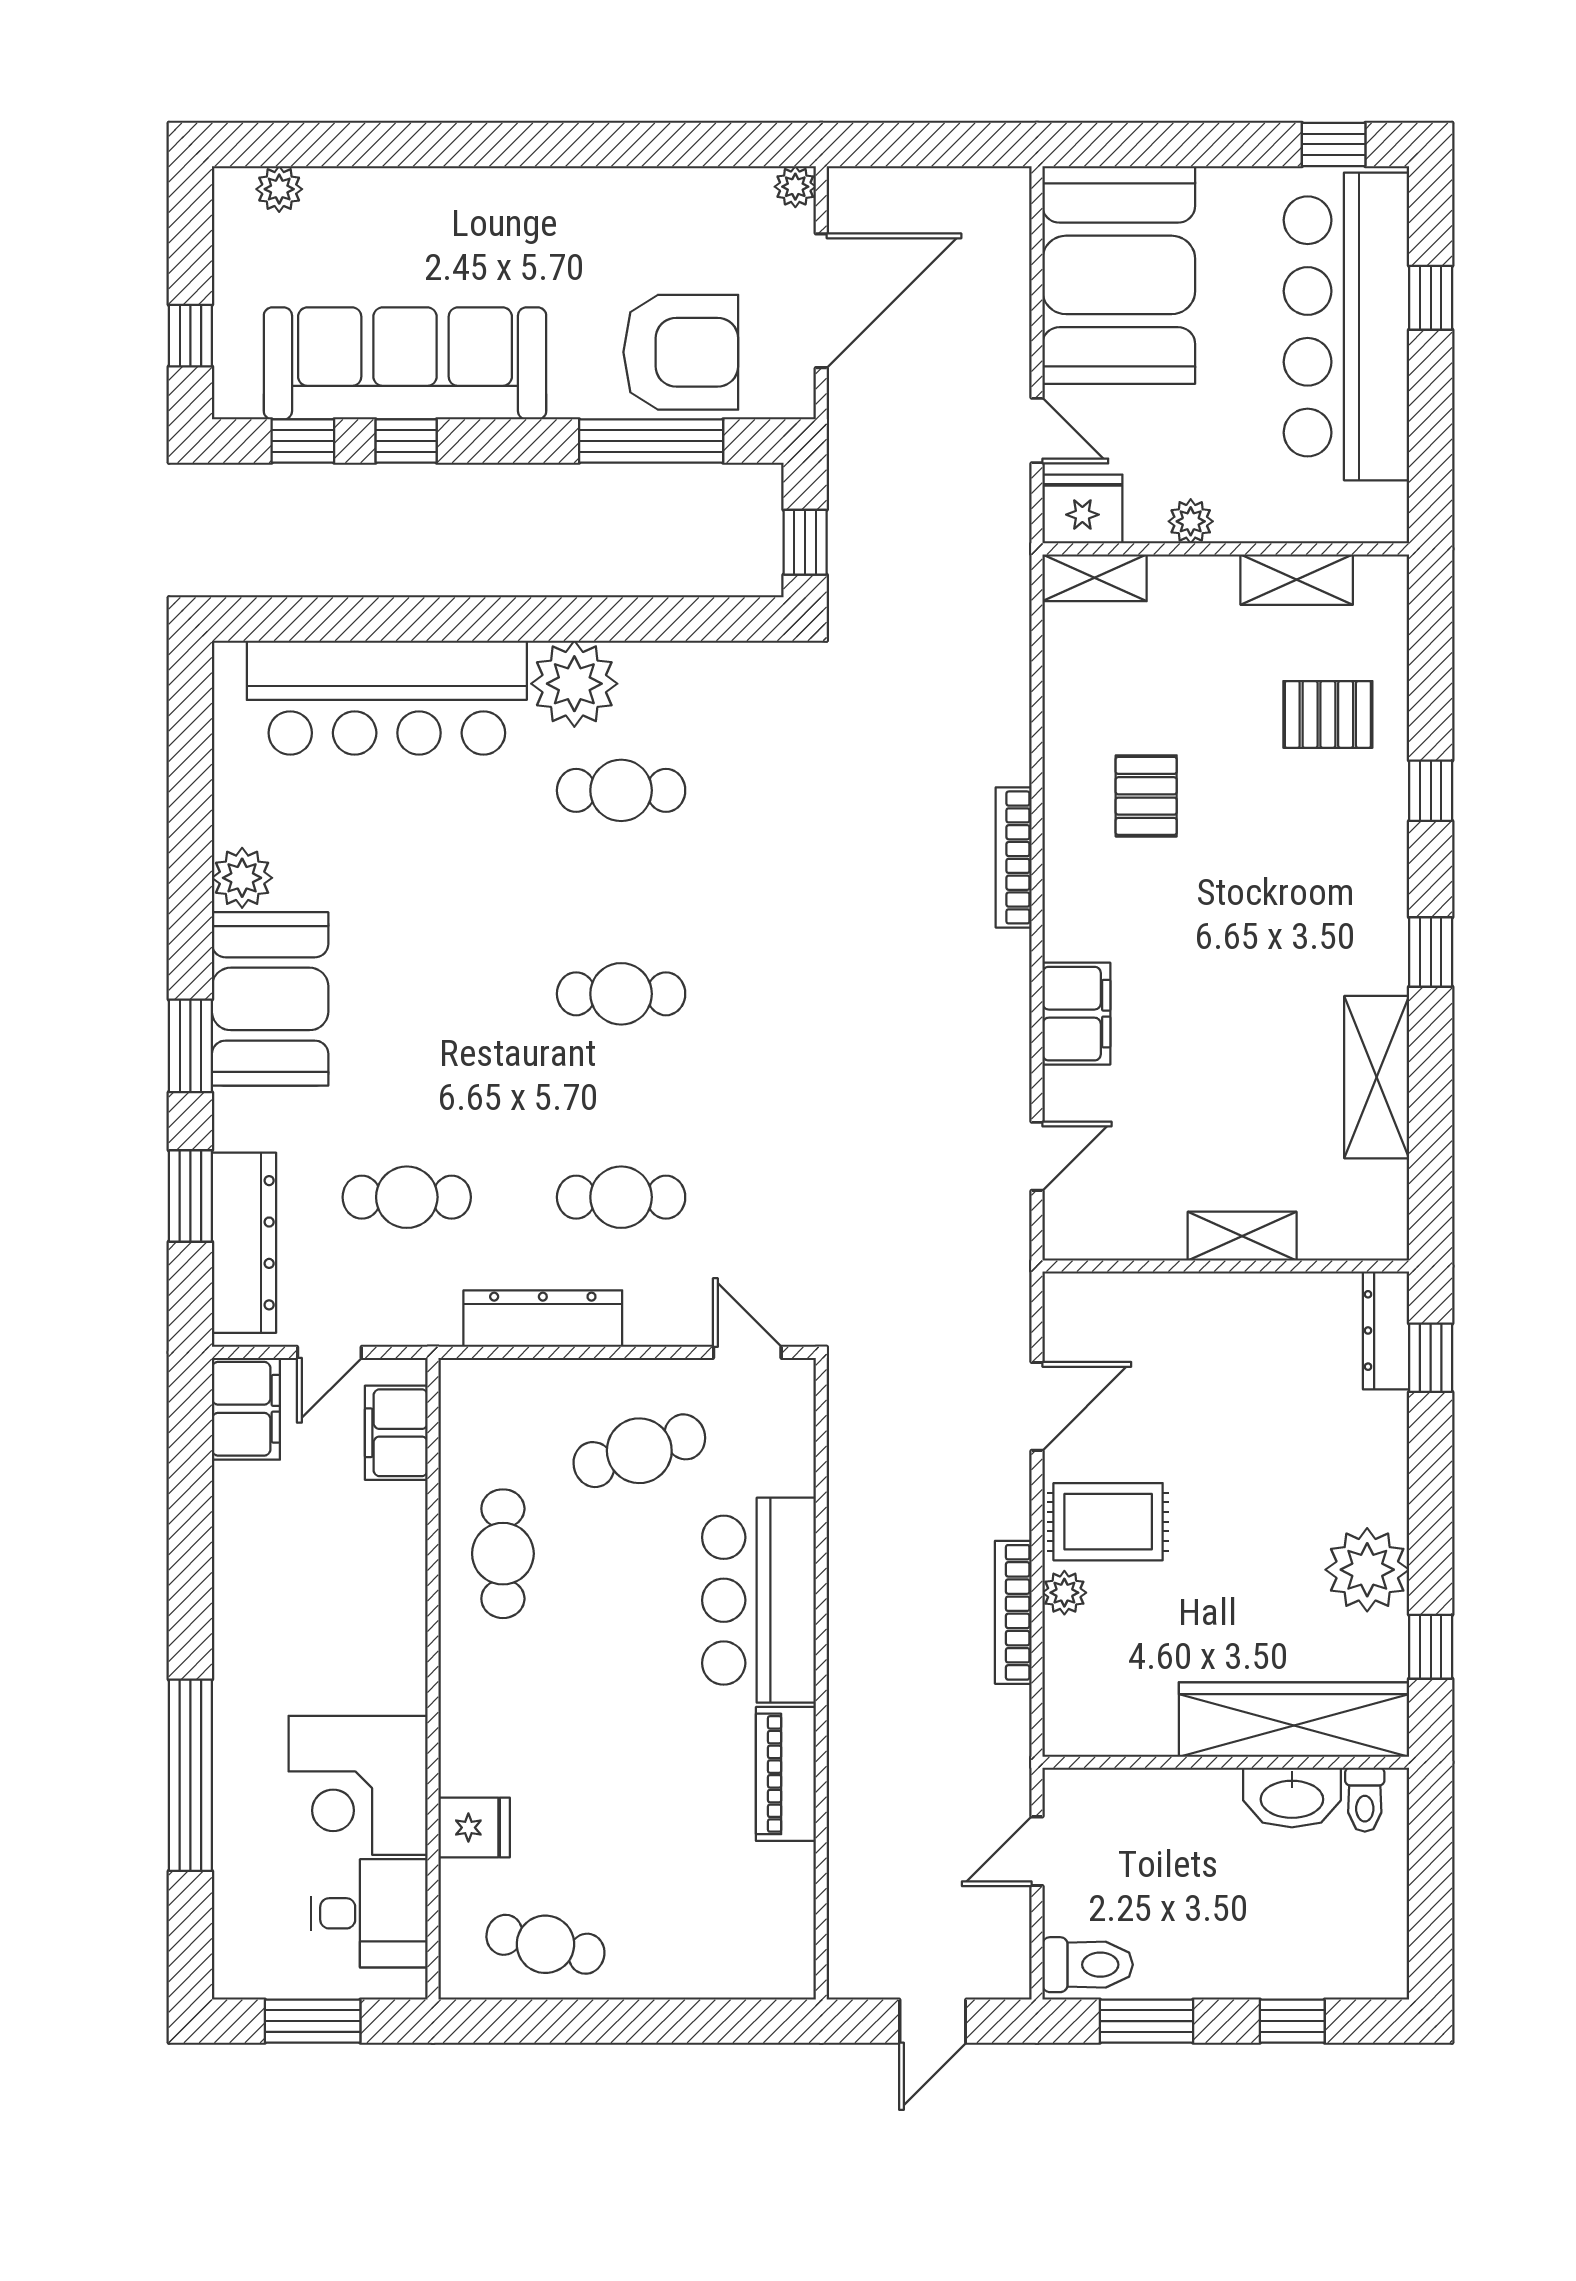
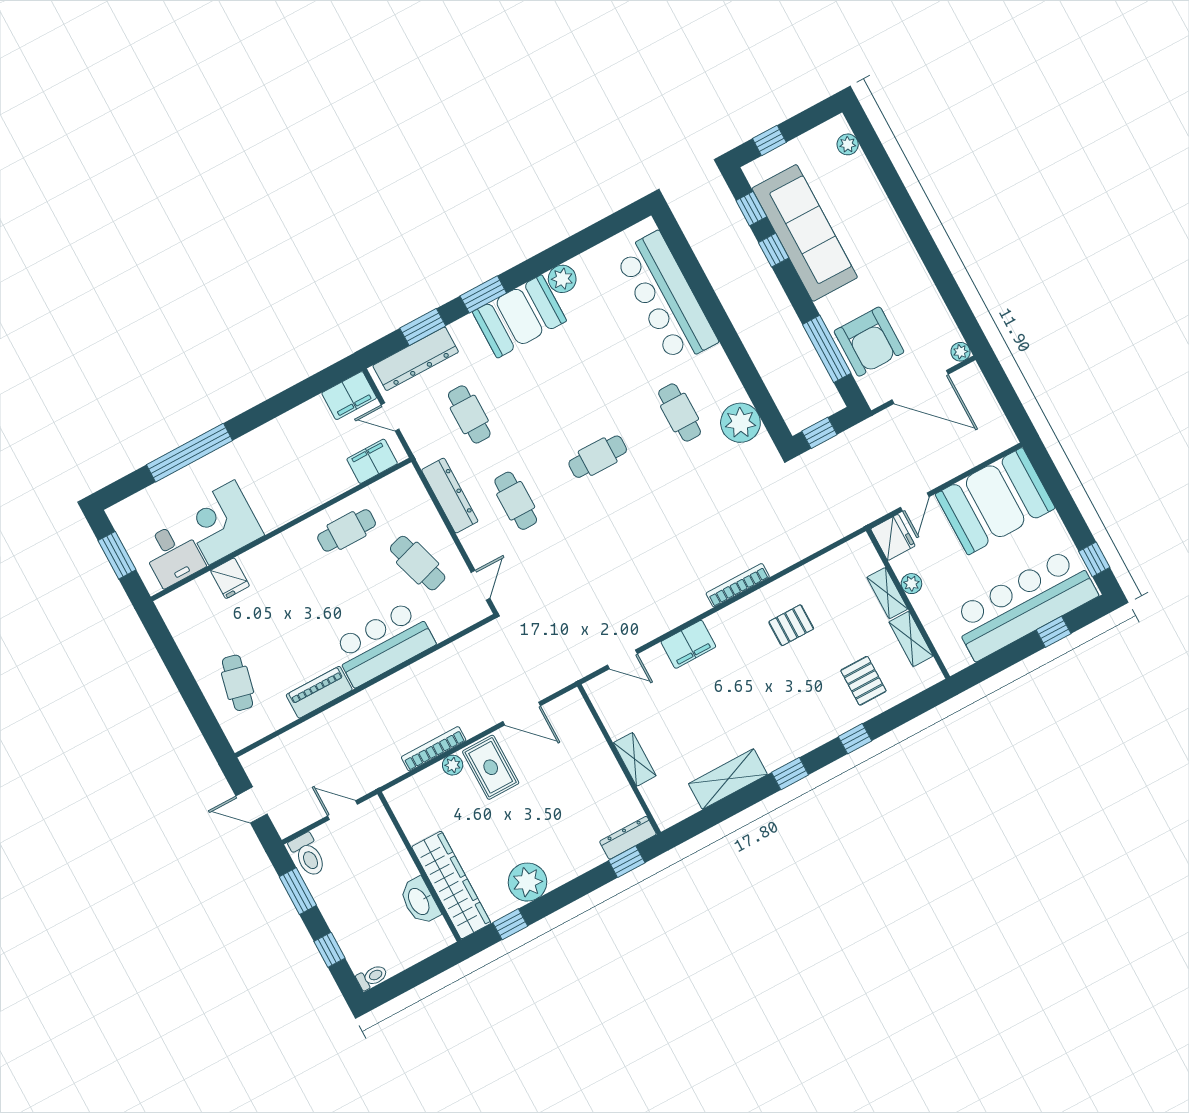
shelving: (1095, 578) -> (887, 593), moved
plant: (574, 684) -> (740, 423), moved
cafe table: (621, 994) -> (598, 457), turned 90
toilet: (1365, 1800) -> (372, 977), moved, turned 180
cafe table: (545, 1944) -> (237, 683), moved

